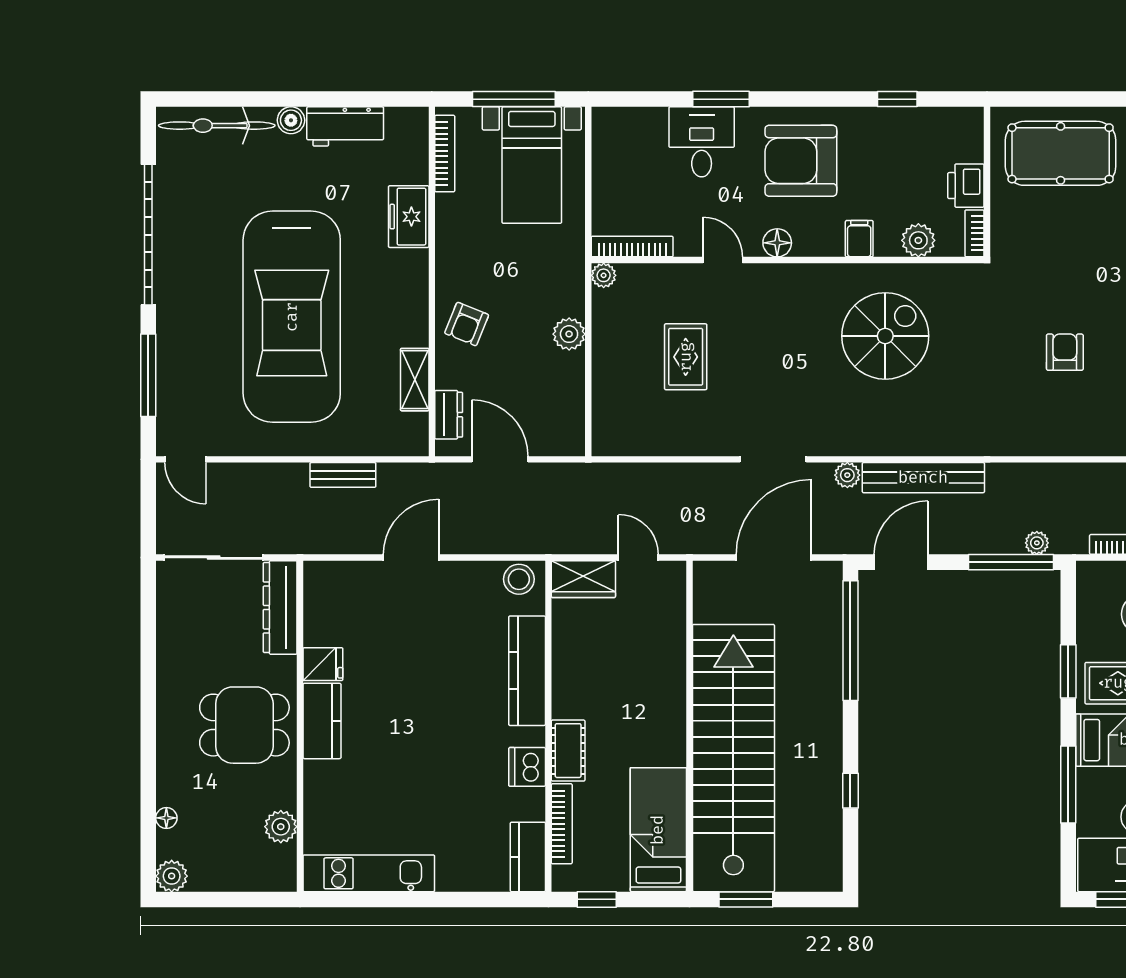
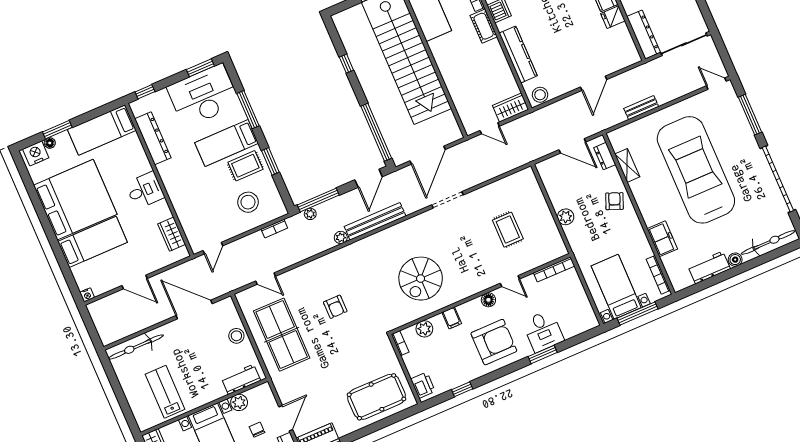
printer: (966, 186) -> (423, 385), moved
plant: (604, 275) -> (561, 251), removed
plant: (847, 475) -> (341, 238), moved

